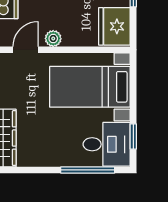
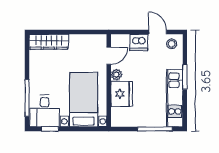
fridge: (114, 26) -> (122, 94), moved, turned 90
door: (26, 50) -> (109, 56), hinge flipped

